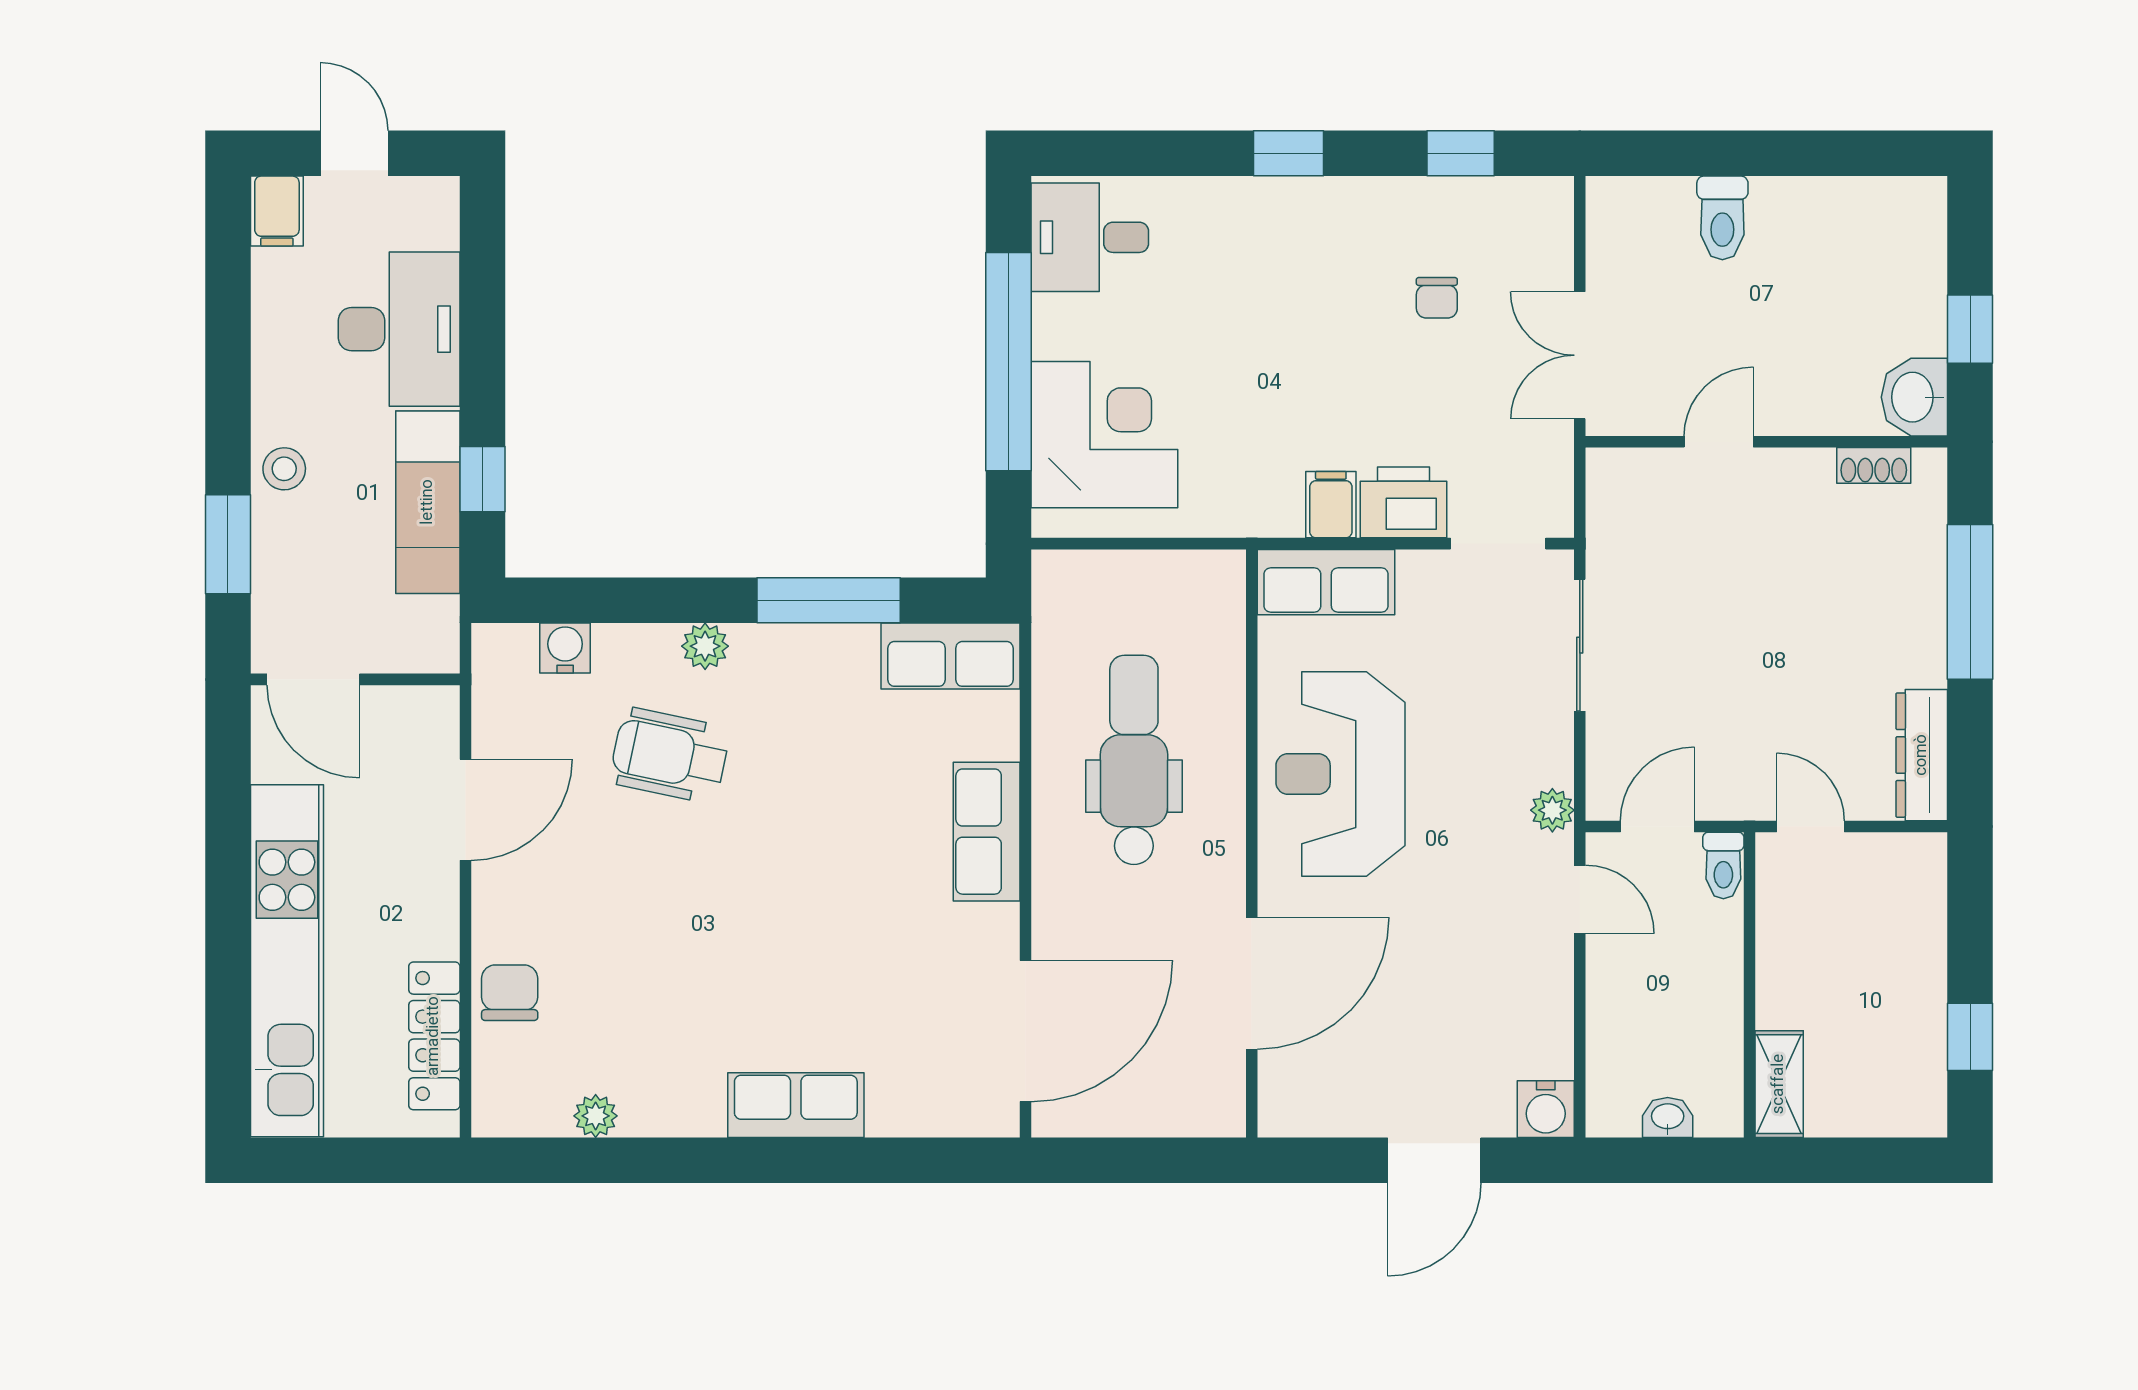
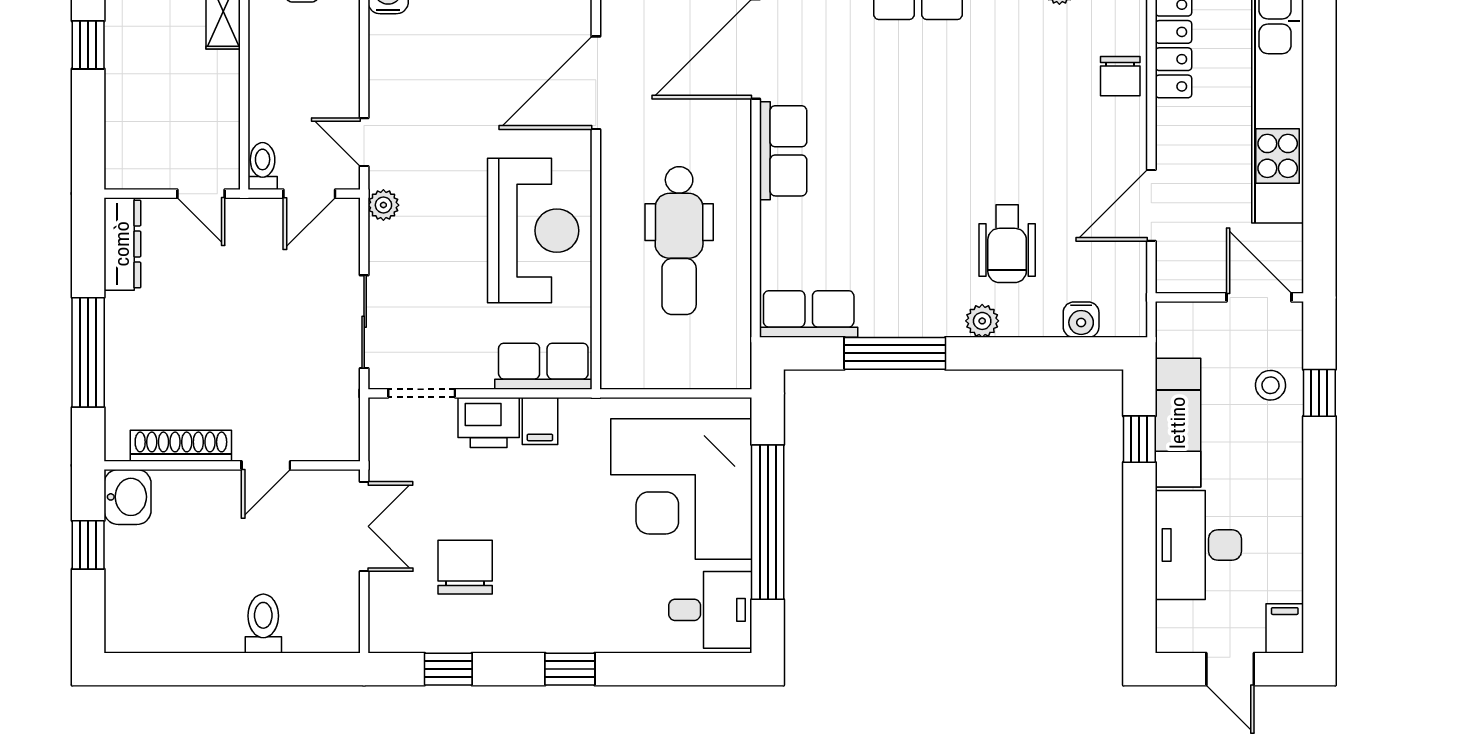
chair: (1437, 298) -> (465, 567), width x1.87, depth x1.87
corner desk: (1104, 435) -> (681, 489), width x1.36, depth x1.36
shoe rack: (1874, 465) -> (181, 446), width x1.94, depth x1.24
stool: (284, 469) -> (1270, 385), moved
window: (228, 544) -> (1319, 393), width x0.67
wheelchair: (670, 755) -> (1007, 244), turned 78
row of seats: (987, 832) -> (783, 151), moved

